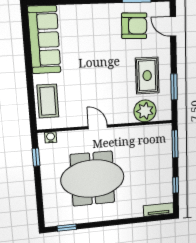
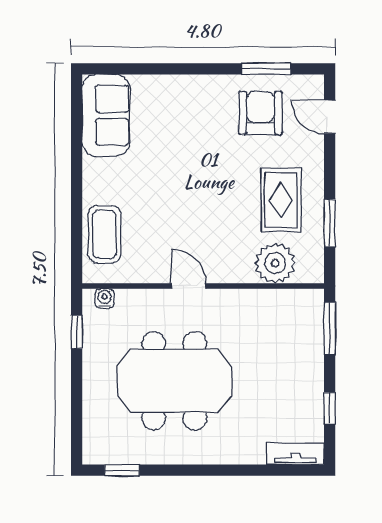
armchair: (134, 26) -> (260, 113), turned -92
sofa: (44, 40) -> (106, 115), width x0.73

